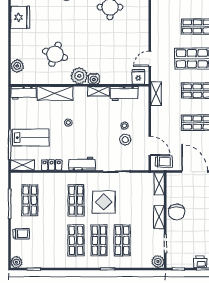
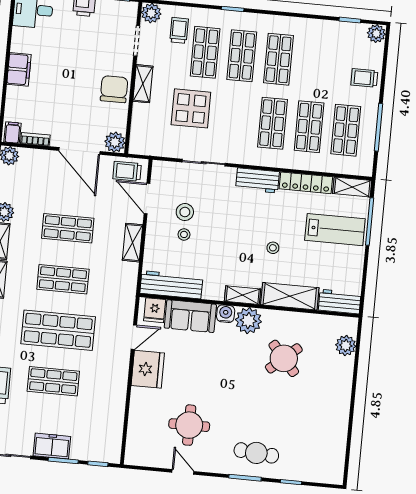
fridge: (20, 17) -> (148, 369), moved, turned 180
round table: (55, 54) -> (284, 358), turned 30
sofa: (116, 75) -> (190, 316), added
shelving: (98, 91) -> (243, 295), moved
workbench: (124, 94) -> (171, 285), width x1.37
shelving: (156, 94) -> (133, 243), moved
lab bench: (31, 138) -> (335, 230), turned 180
locker: (52, 165) -> (306, 183), width x1.53
plant: (173, 179) -> (115, 142), added
shelving: (159, 184) -> (138, 137), removed
shop shelf: (53, 200) -> (309, 127), added
display table: (104, 202) -> (191, 108), moved
trolley: (140, 253) -> (179, 30), added

